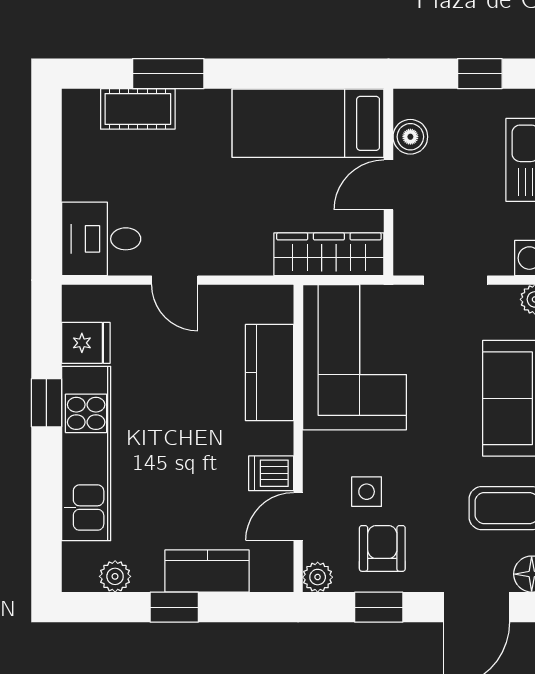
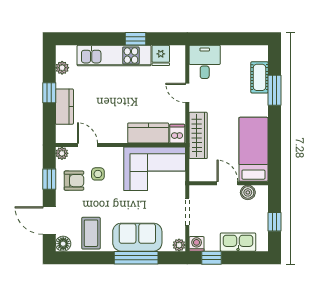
wardrobe: (329, 254) -> (198, 135), moved
door: (175, 280) -> (187, 93), hinge flipped
dishwasher: (271, 473) -> (177, 134), moved

